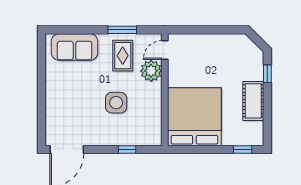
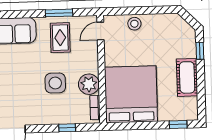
stool: (200, 43) -> (134, 24), added
plant: (151, 71) -> (89, 84), moved
bookcase: (157, 129) -> (95, 108), added

